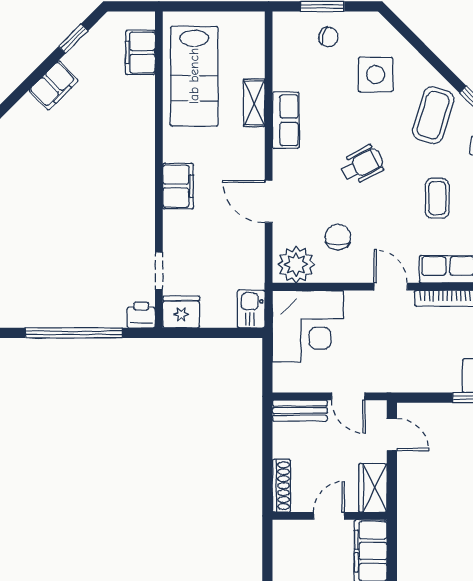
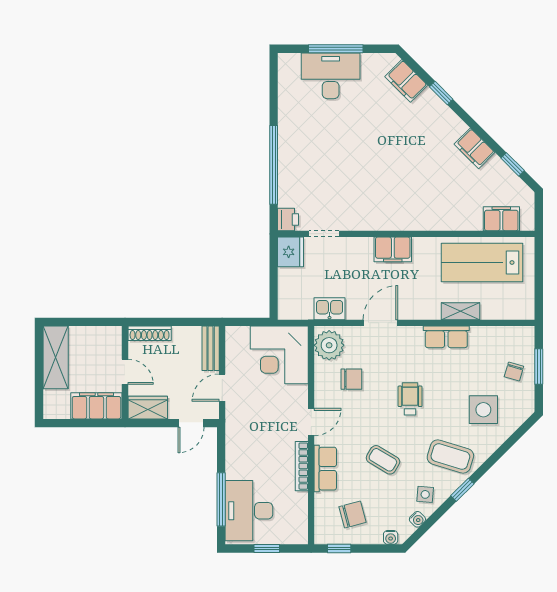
wheelchair: (362, 165) -> (410, 399), turned -152
coffee table: (437, 198) -> (383, 460), turned 31
kitchen sink: (251, 309) -> (330, 309), moved

